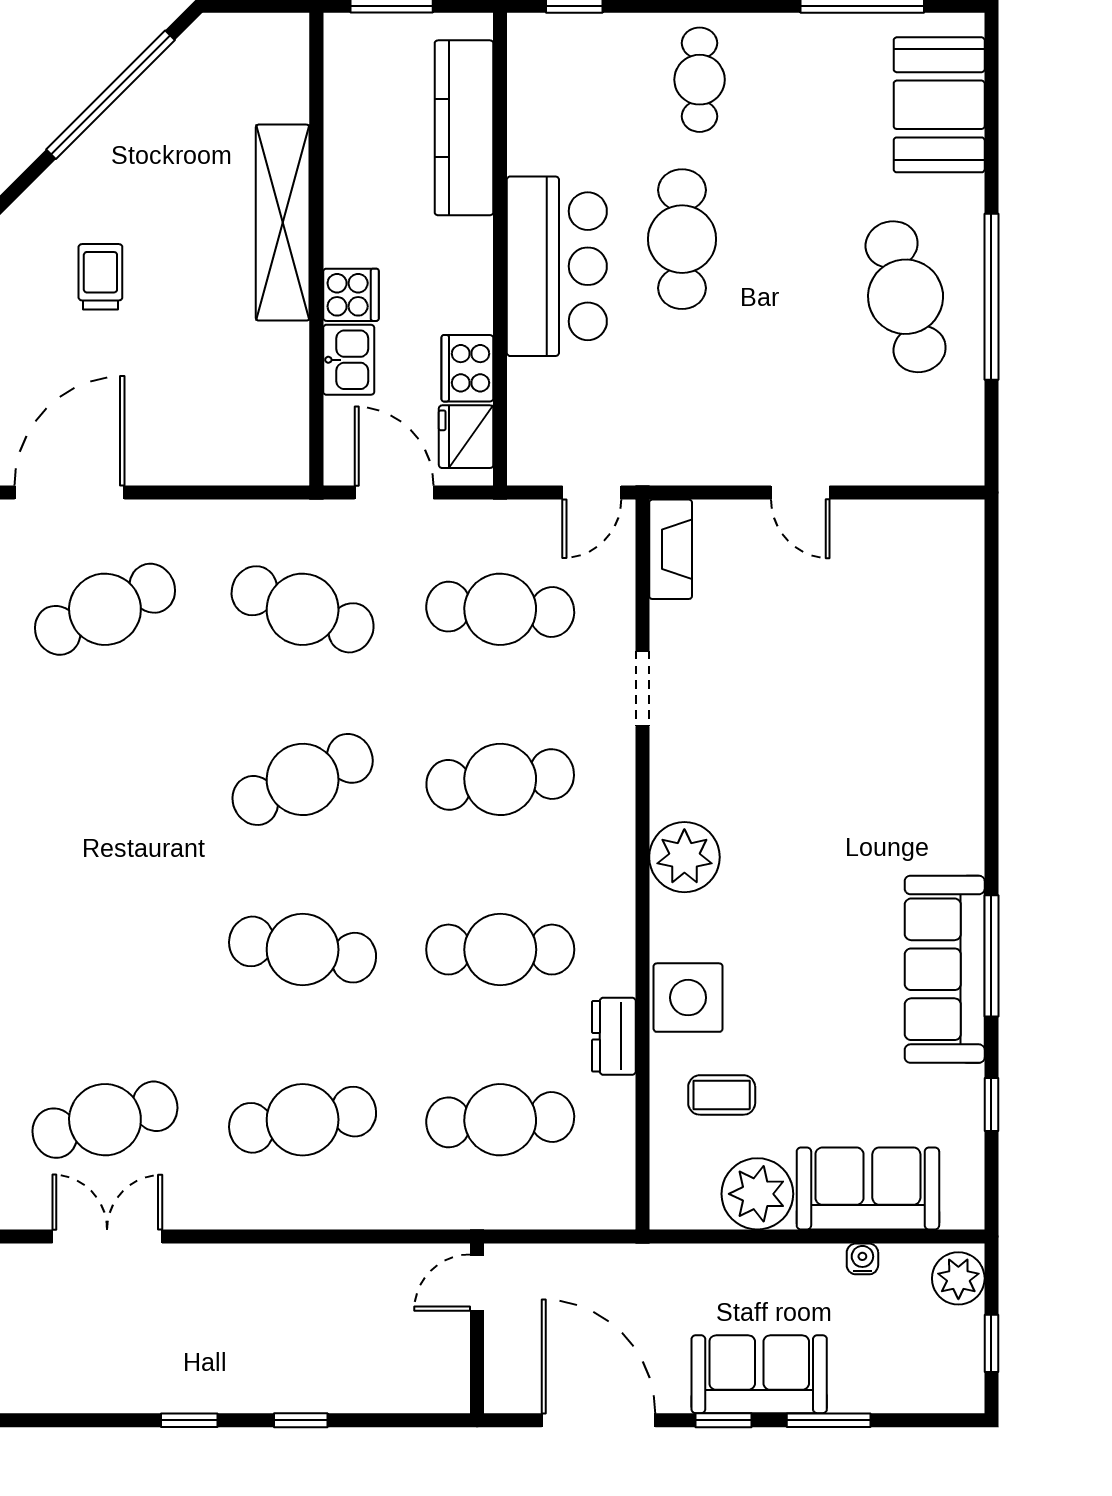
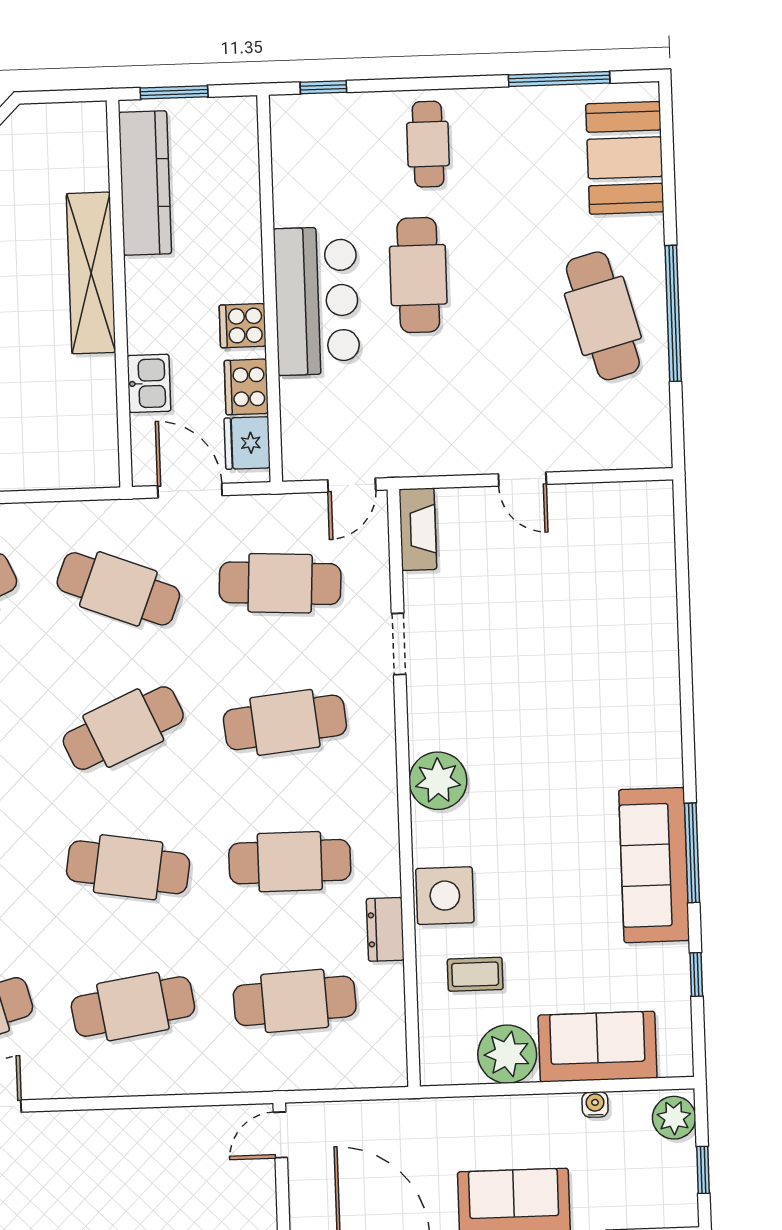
kitchen counter: (464, 128) -> (145, 183), moved, turned 180
cooker: (351, 295) -> (243, 326), moved, turned 180

